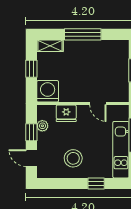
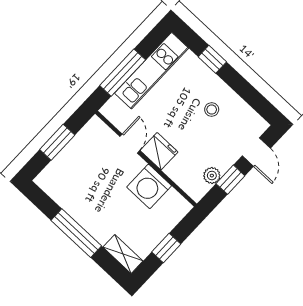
washing machine: (48, 91) -> (149, 186), moved
fridge: (66, 113) -> (159, 151), moved
stool: (73, 158) -> (212, 110), width x0.53, depth x0.53

